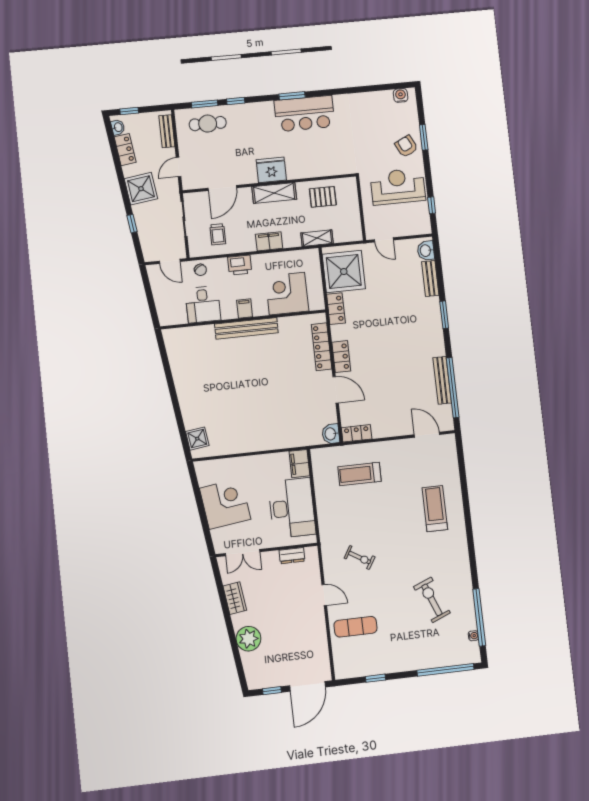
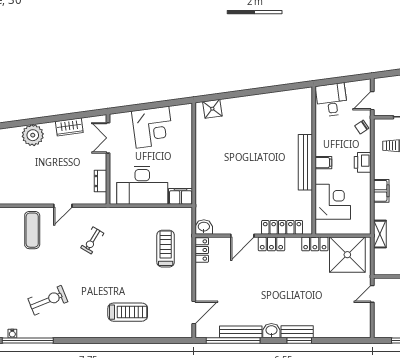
washbasin: (426, 251) -> (271, 331), moved
bench: (430, 278) -> (297, 332), moved
desk: (203, 304) -> (332, 100), moved, turned 82

